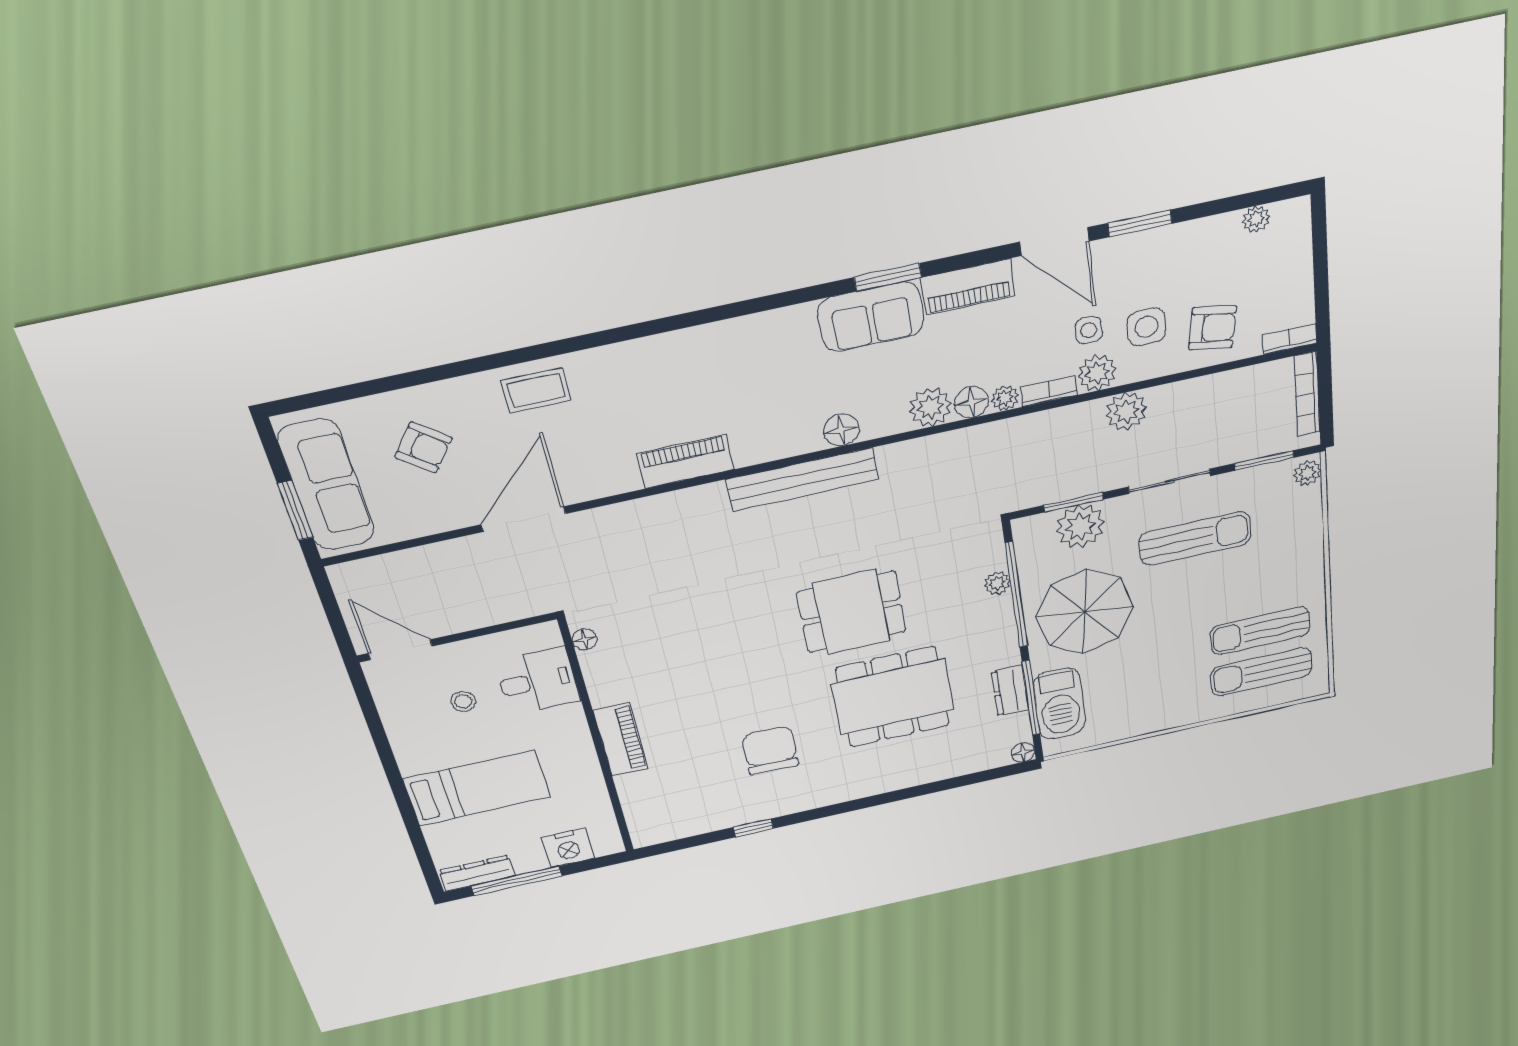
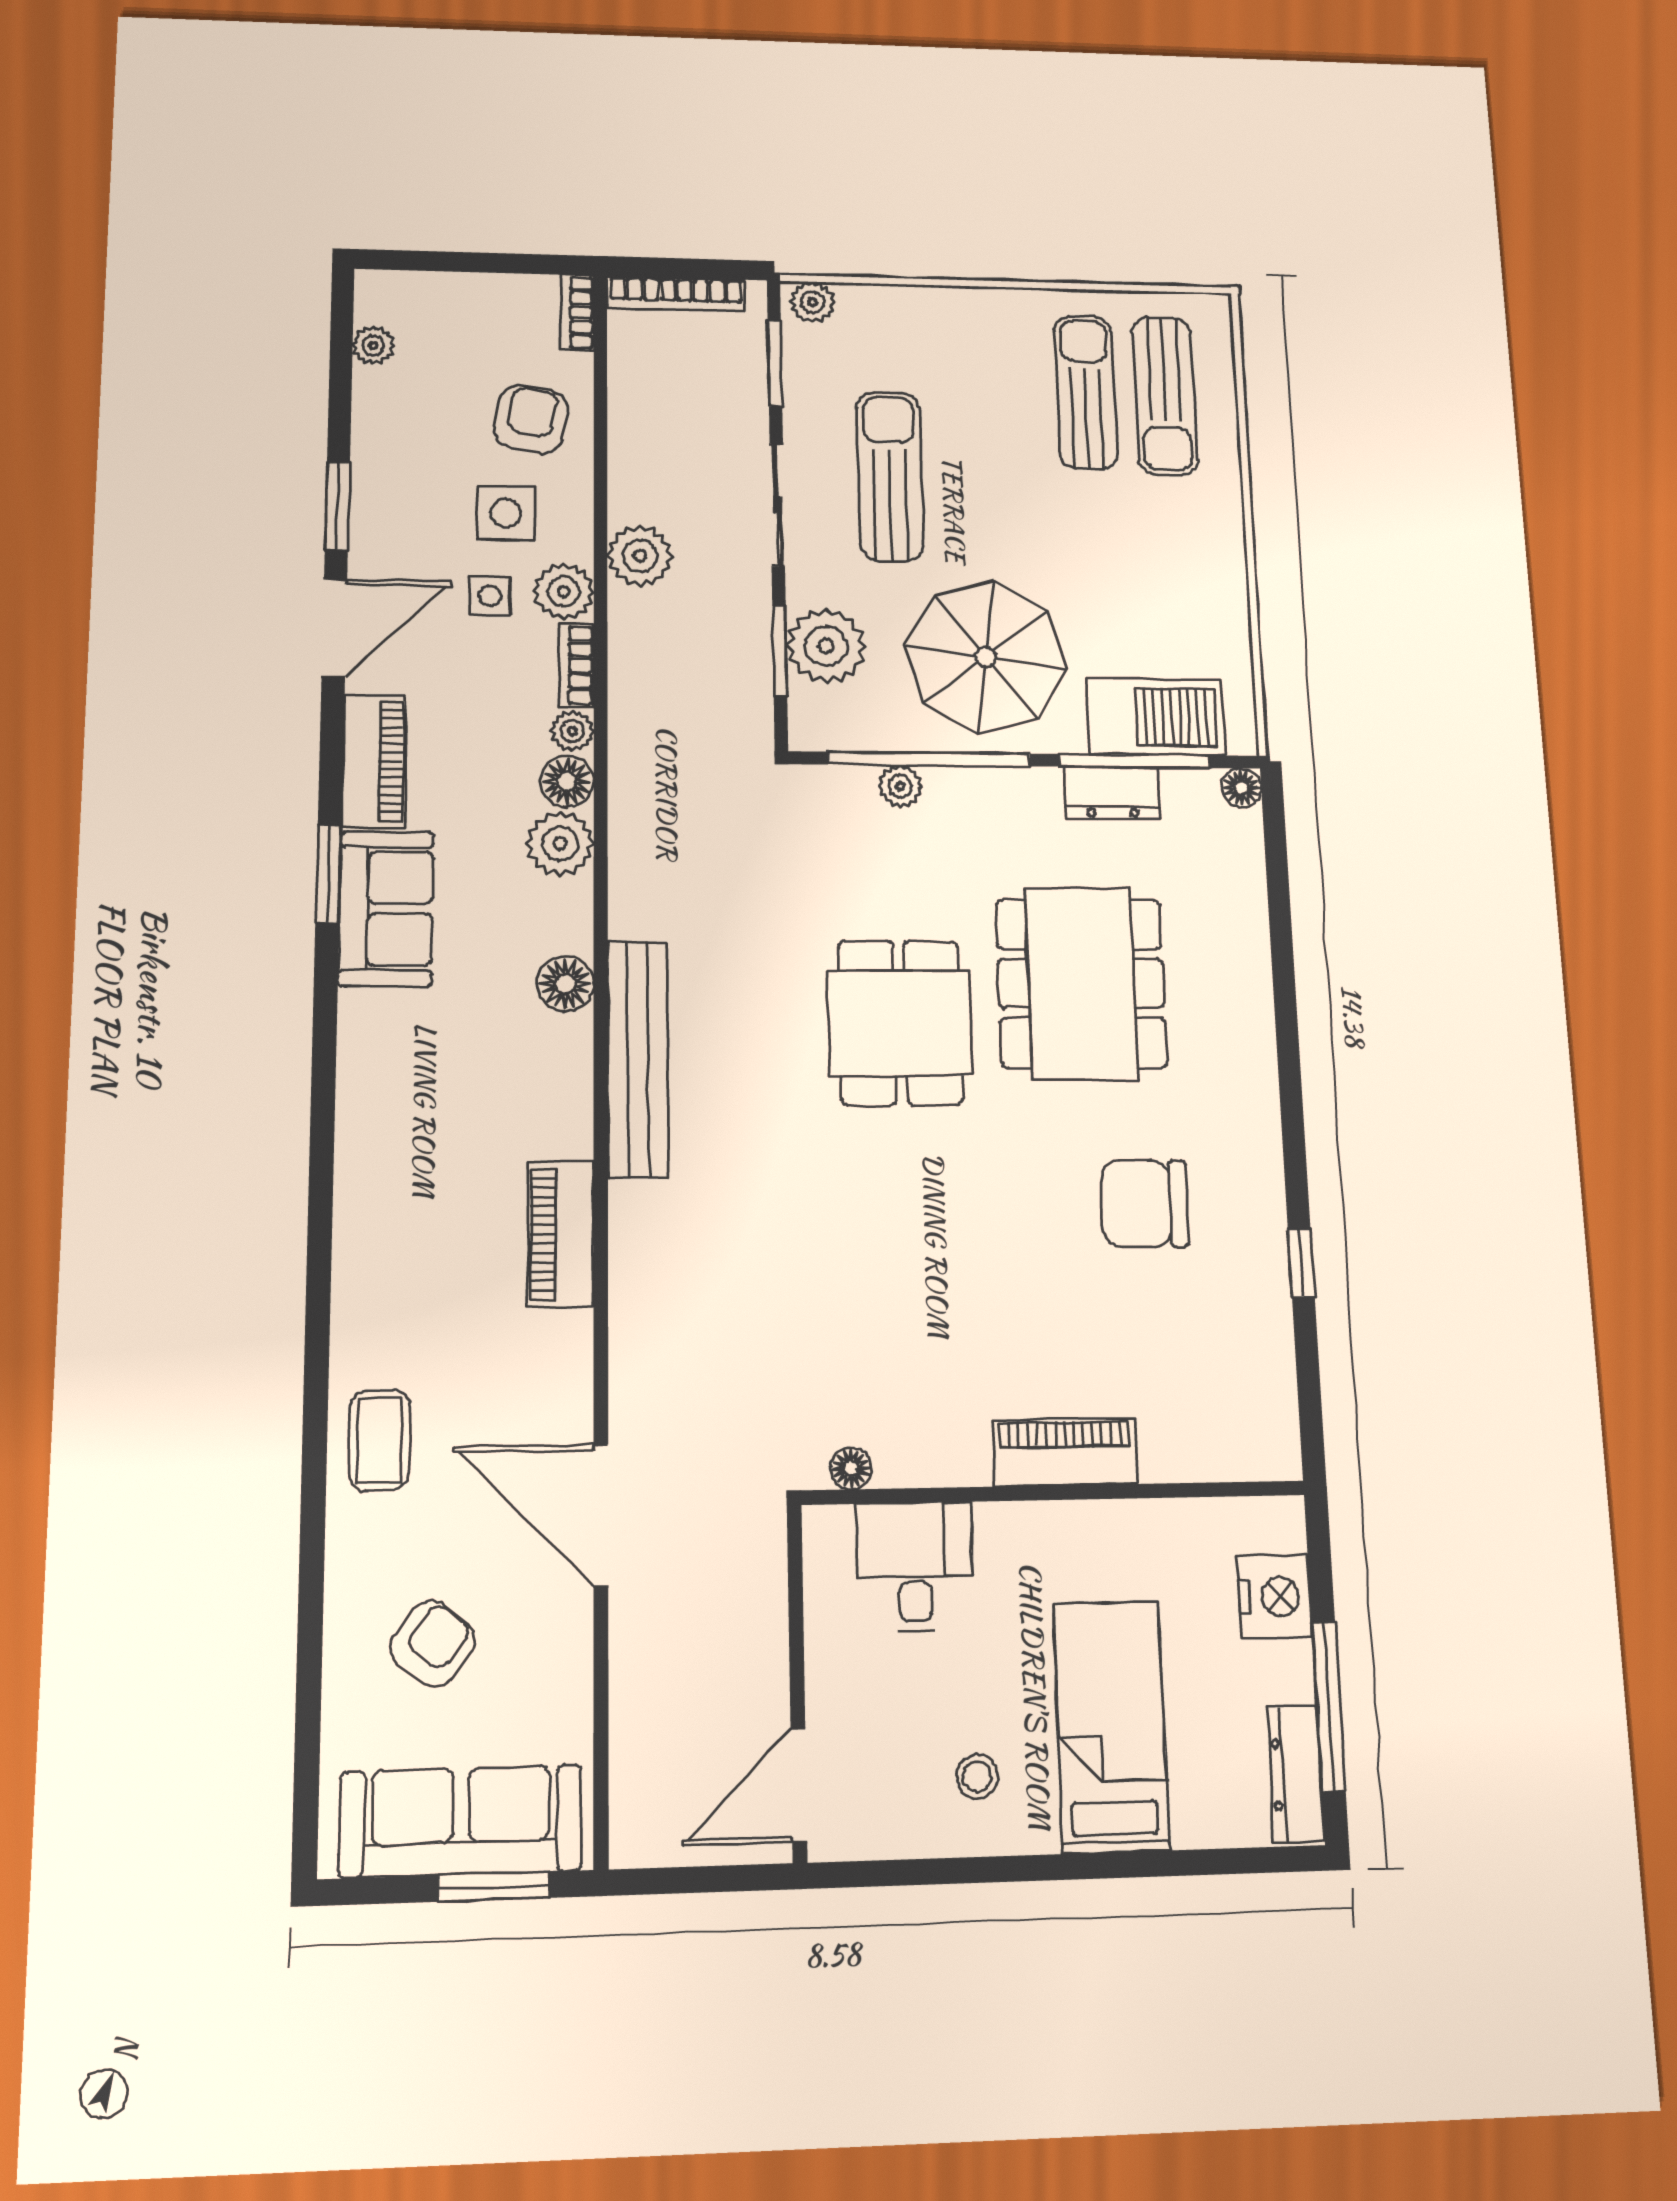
sun lounger: (1260, 631) -> (1086, 392), turned 180
stool: (463, 701) -> (977, 1777), moved

